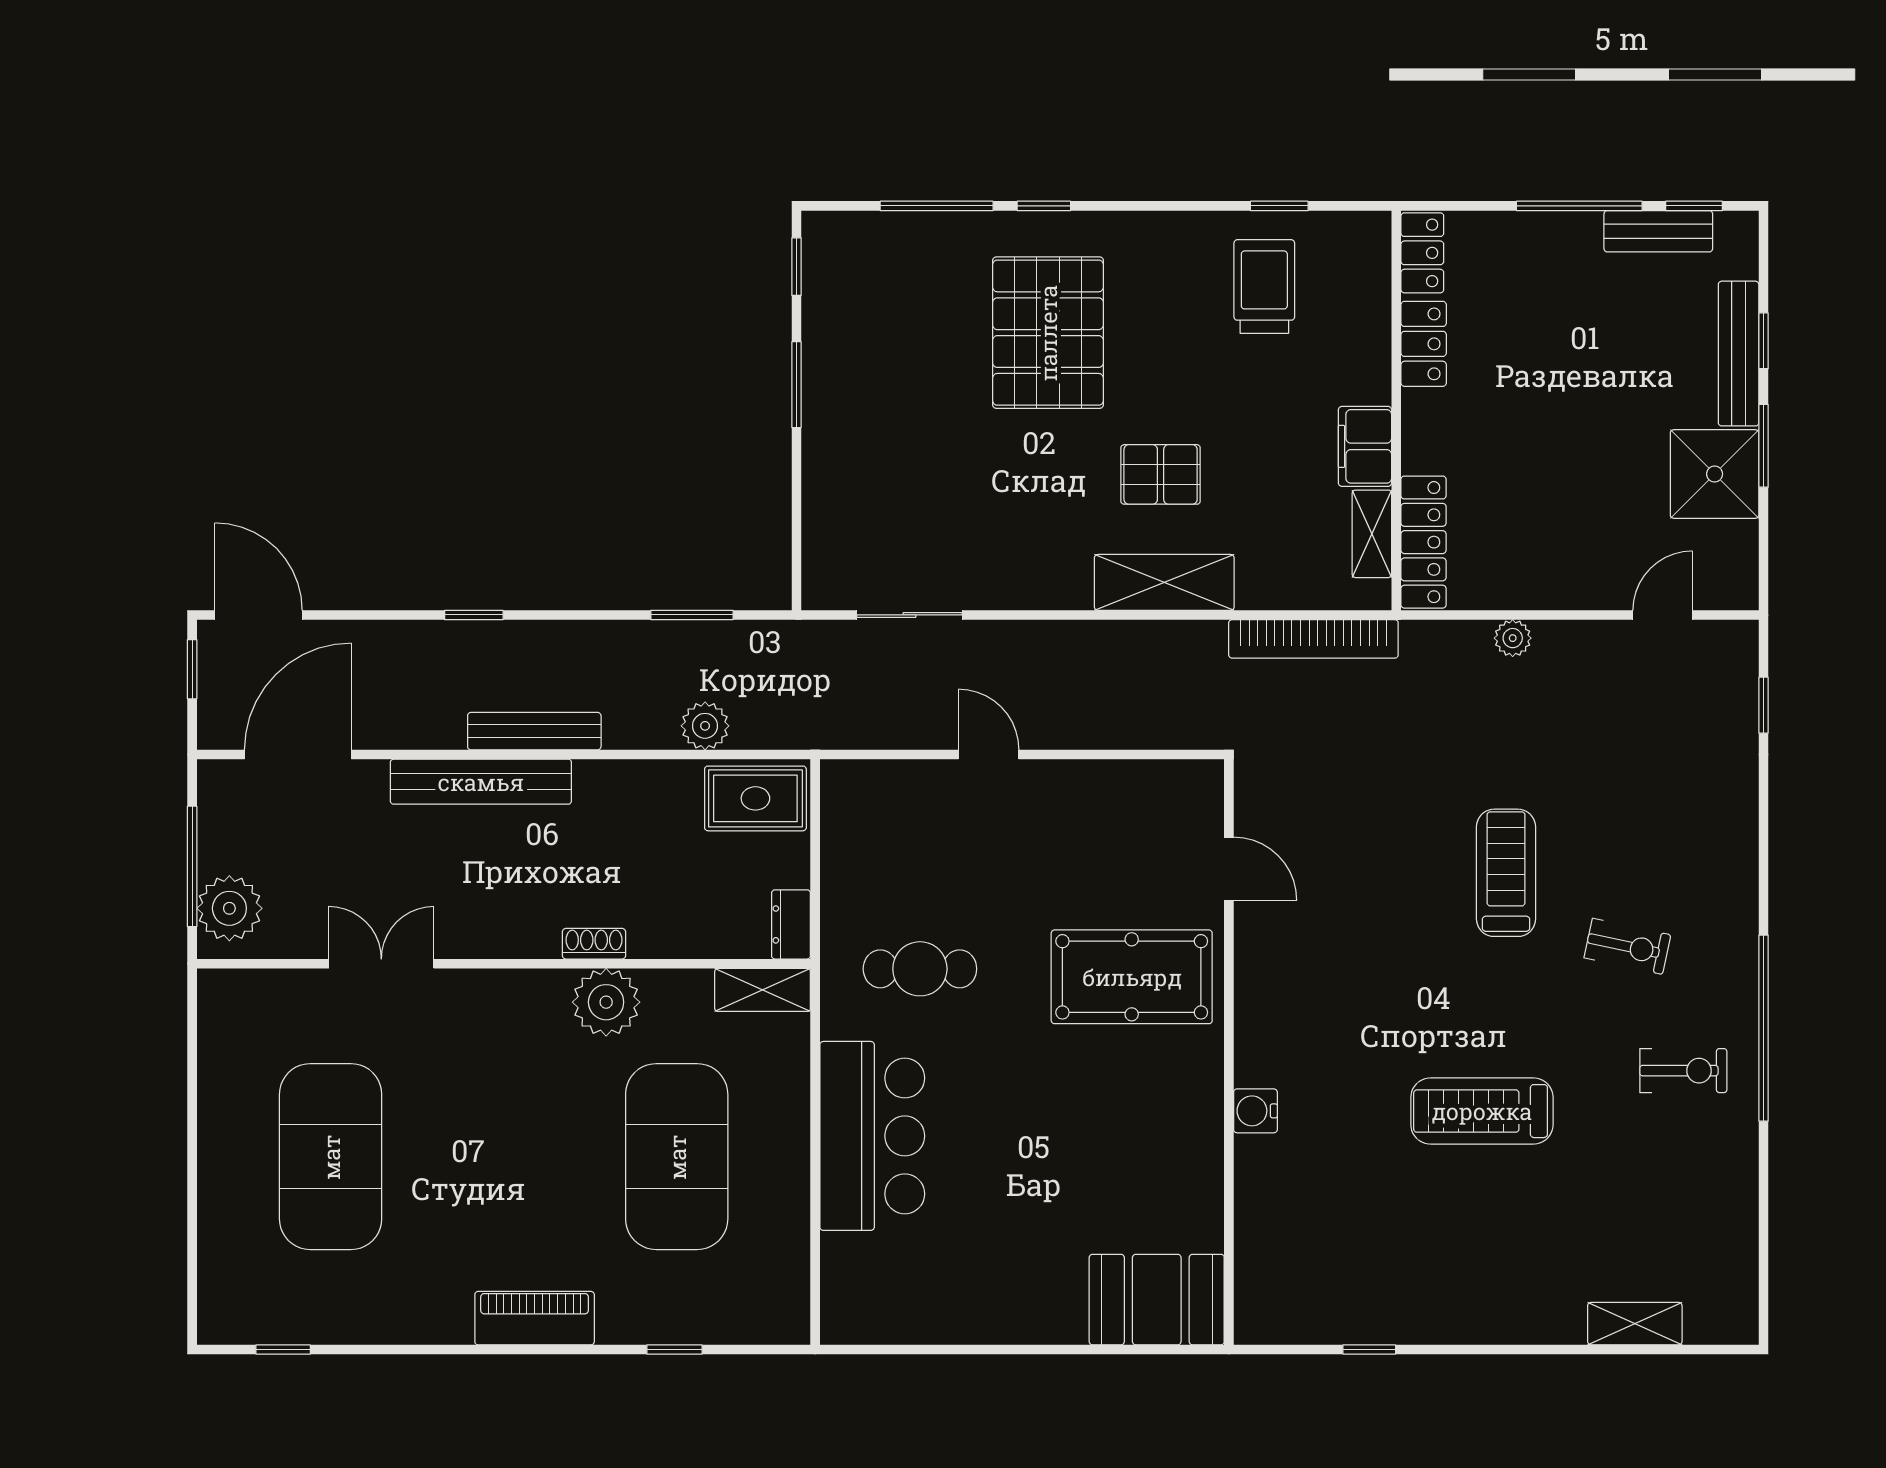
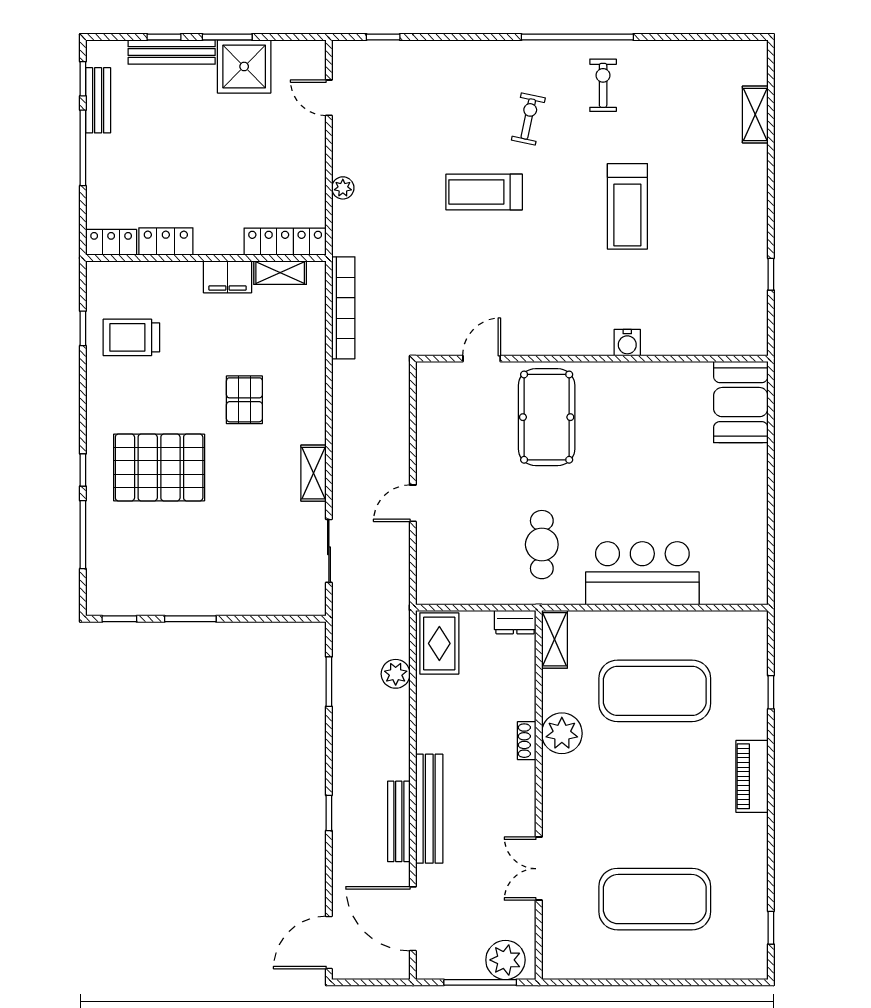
shelving: (1164, 582) -> (314, 473), moved, width x0.67, depth x0.75
window: (192, 669) -> (362, 982), removed
bench: (534, 731) -> (399, 821), moved

